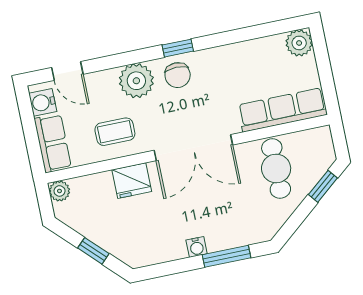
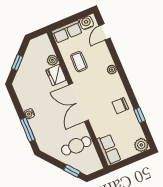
window: (178, 48) -> (140, 115), moved
chair: (178, 75) -> (120, 106), moved
plant: (136, 81) -> (112, 70), width x0.53, depth x0.53
row of seats: (282, 110) -> (109, 150), width x0.68
plant: (60, 191) -> (52, 60), moved

